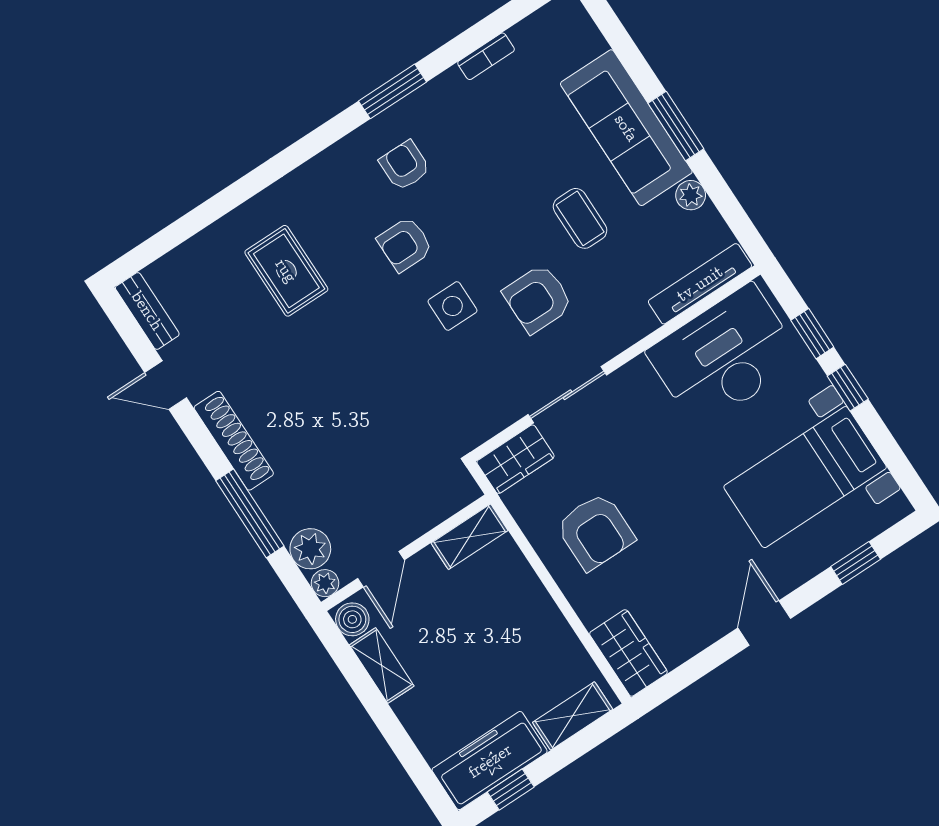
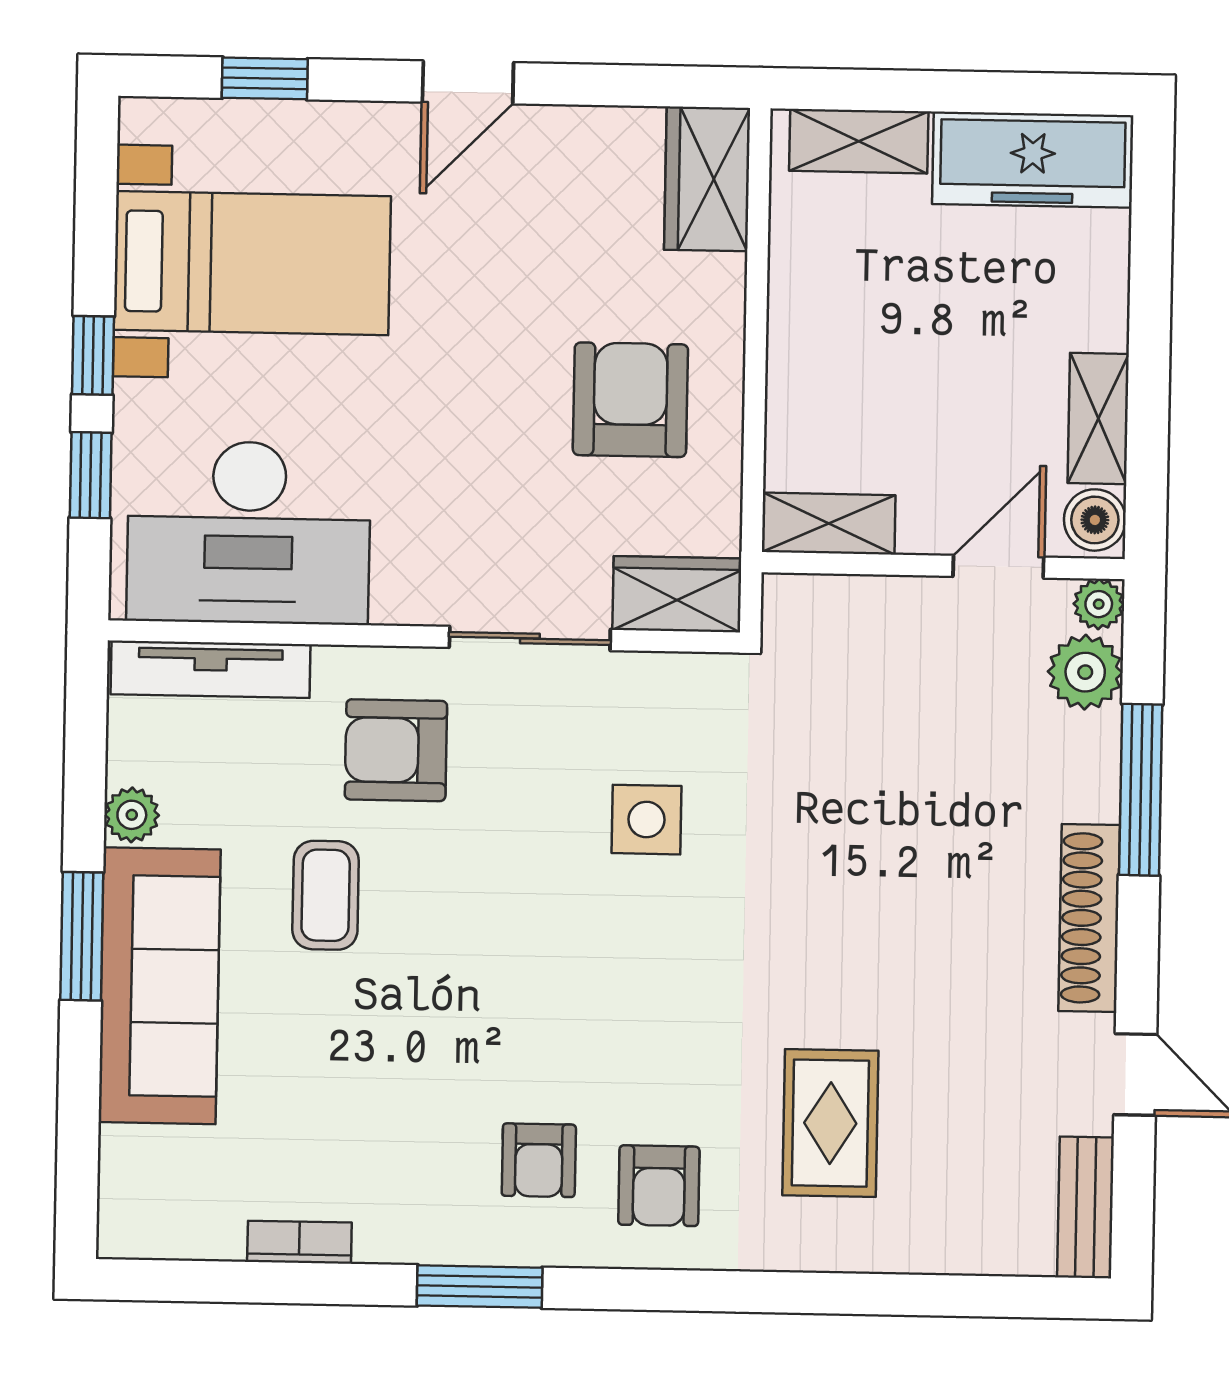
armchair: (405, 244) -> (659, 1186), moved, turned 90
armchair: (538, 299) -> (396, 750), moved, turned 180
side table: (453, 306) -> (647, 820), moved
window: (511, 790) -> (1031, 93), removed

